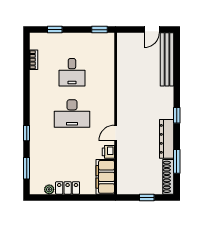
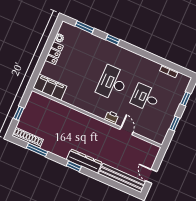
window: (99, 30) -> (175, 124), moved
door: (116, 133) -> (127, 131), moved
dresser: (167, 139) -> (84, 161), moved
printer: (108, 152) -> (112, 117), moved

